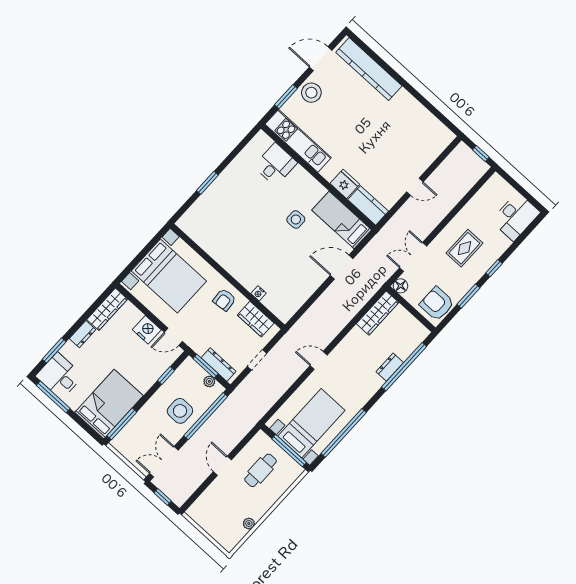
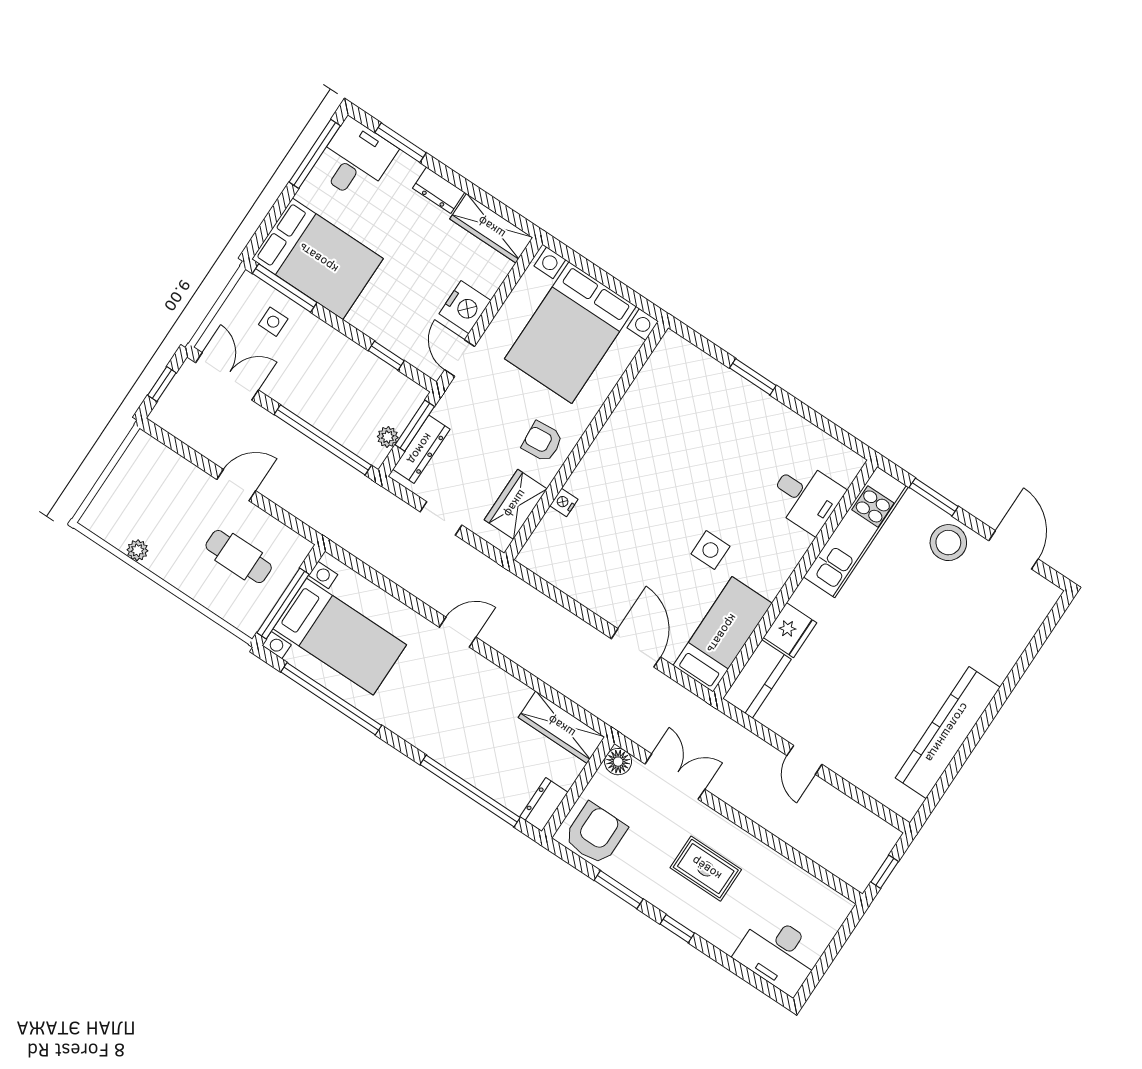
kitchen counter: (369, 69) -> (948, 733), moved
door: (319, 360) -> (458, 632), hinge flipped
dresser: (390, 367) -> (544, 805), moved, turned -90
side table: (180, 411) -> (273, 322), moved, width x0.54, depth x0.54

